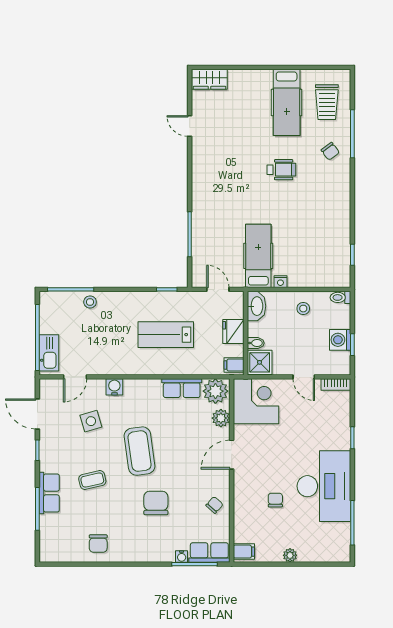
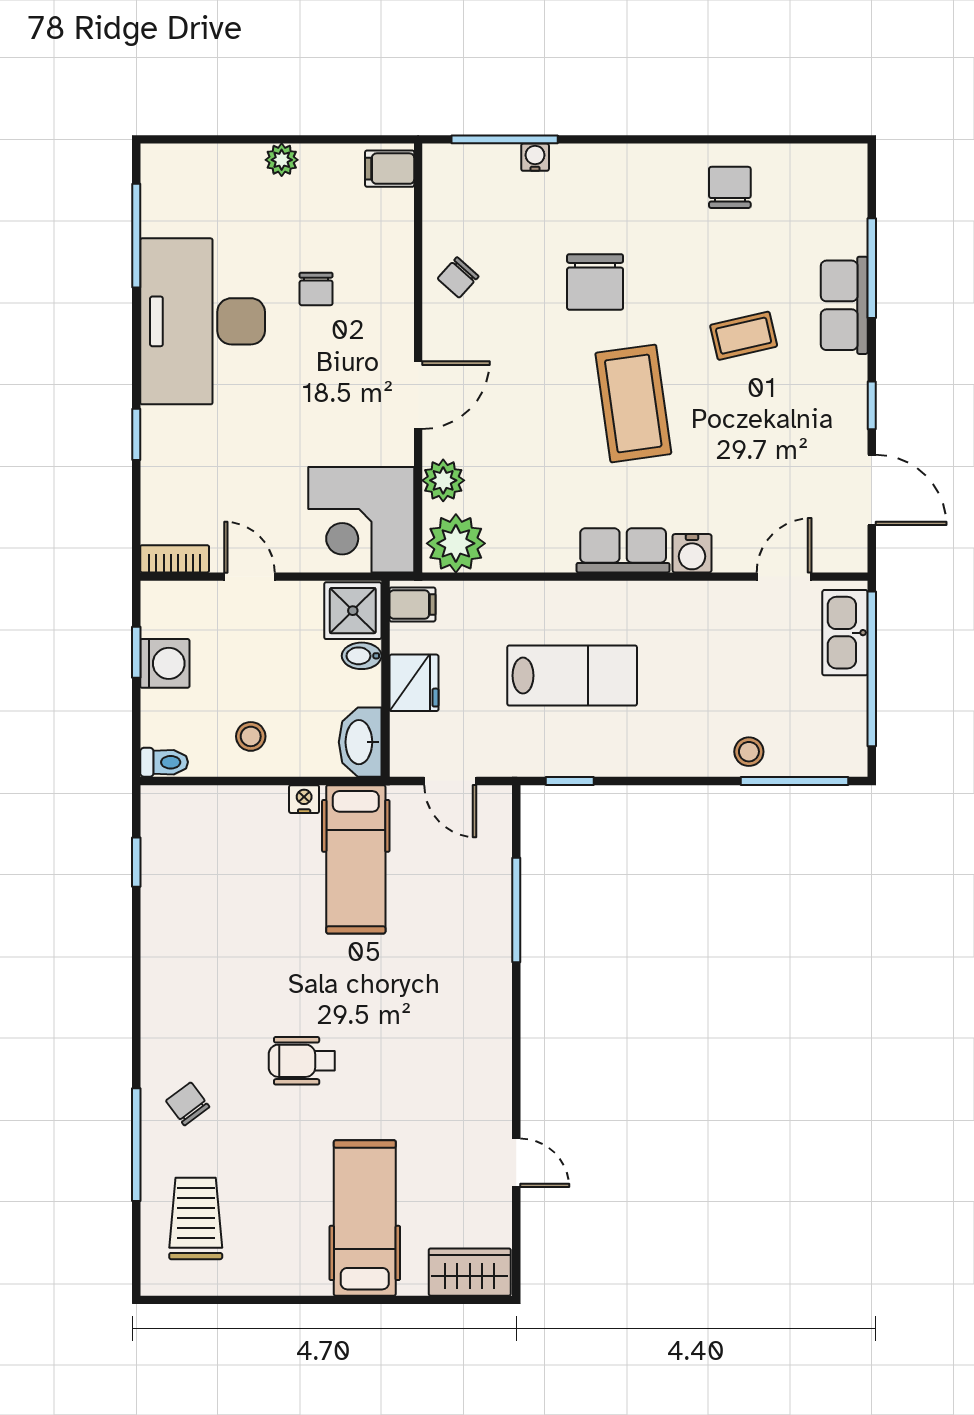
hospital bed: (287, 102) -> (365, 1218), moved
row of seats: (182, 388) -> (623, 550), moved
side table: (91, 421) -> (747, 473), removed
row of seats: (209, 552) -> (470, 166), removed

